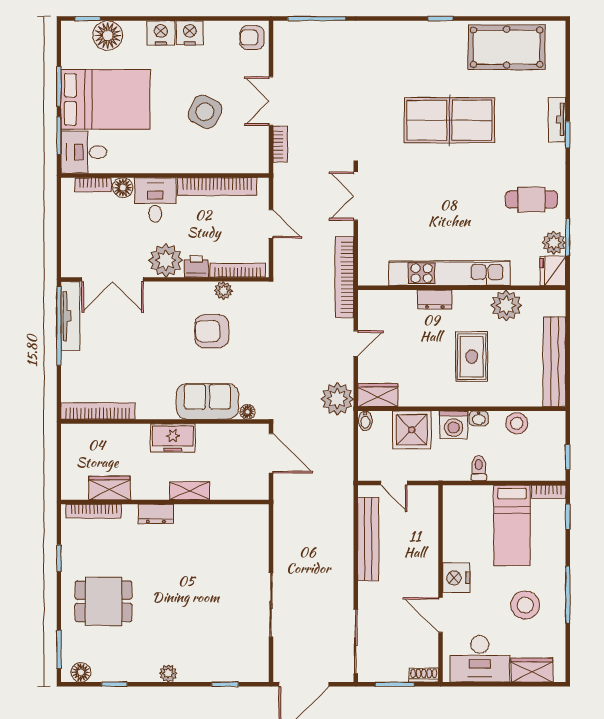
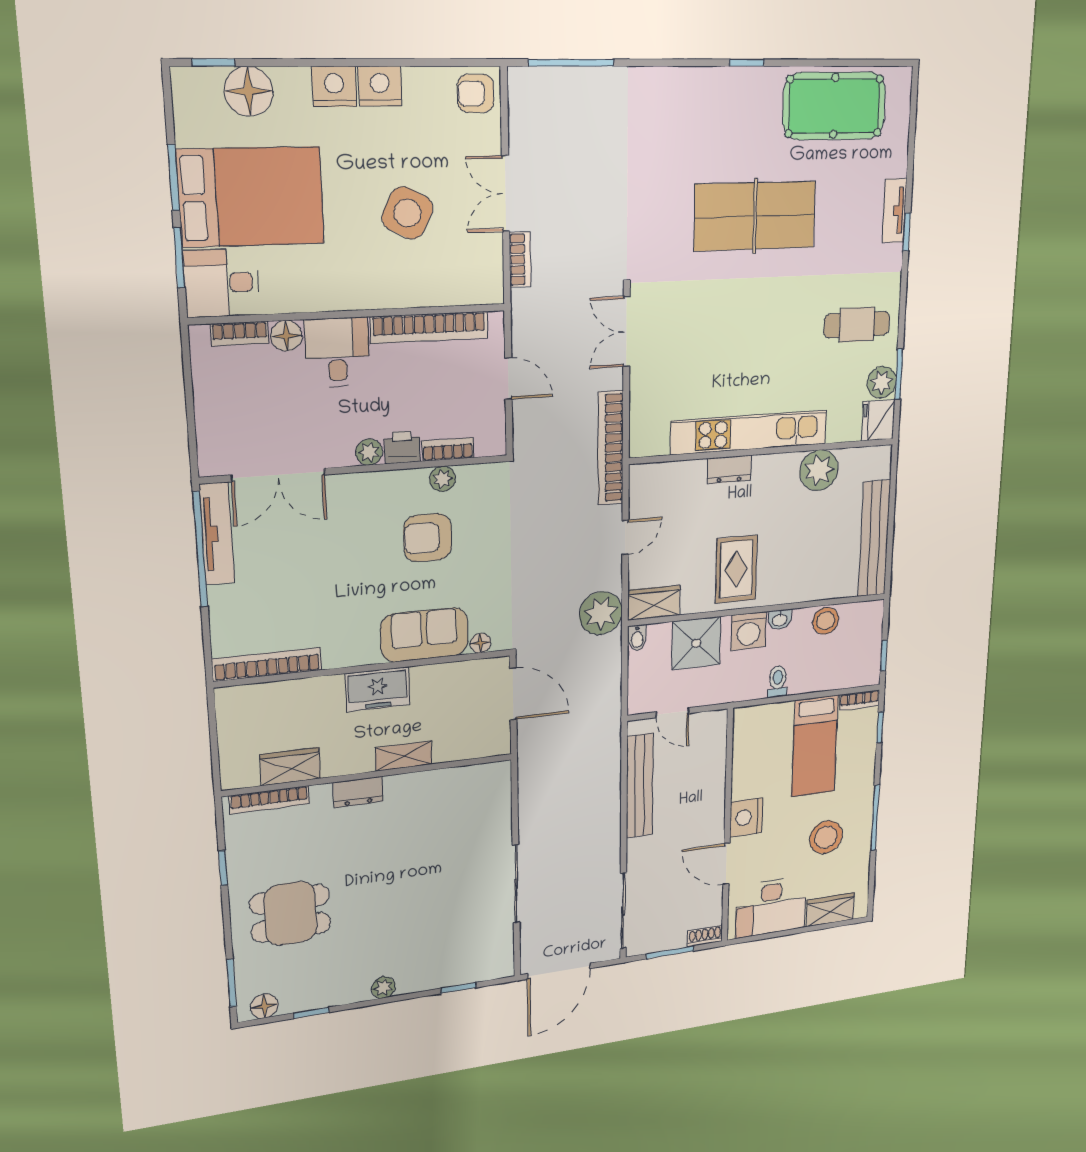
plant: (166, 260) -> (369, 452), width x0.53, depth x0.53
bookcase: (238, 270) -> (448, 449), width x0.64
rug: (472, 357) -> (736, 569), moved

